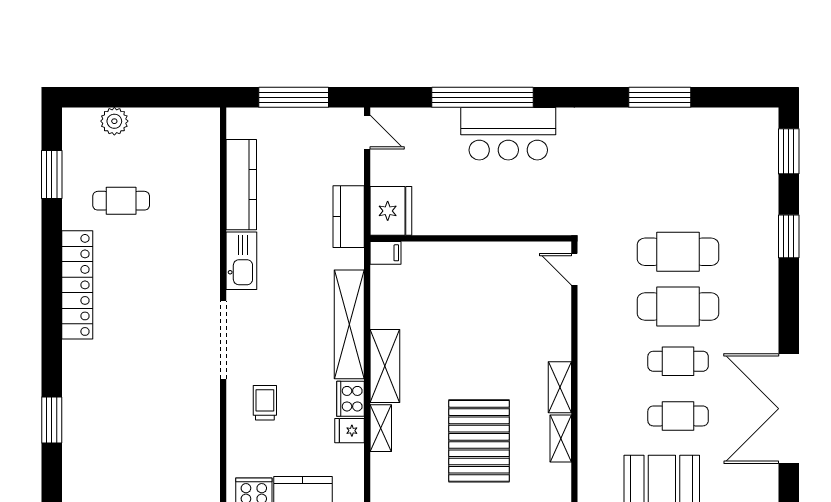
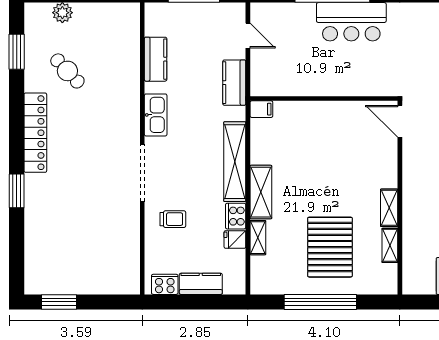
door: (367, 132) -> (248, 36), moved
kitchen counter: (241, 185) -> (156, 59), width x0.67
cafe table: (121, 201) -> (67, 71), turned 47
fridge: (391, 211) -> (265, 78), removed
door: (574, 269) -> (400, 121), width x1.38
trolley: (265, 403) -> (173, 219), turned 90
window: (52, 420) -> (17, 191), moved

